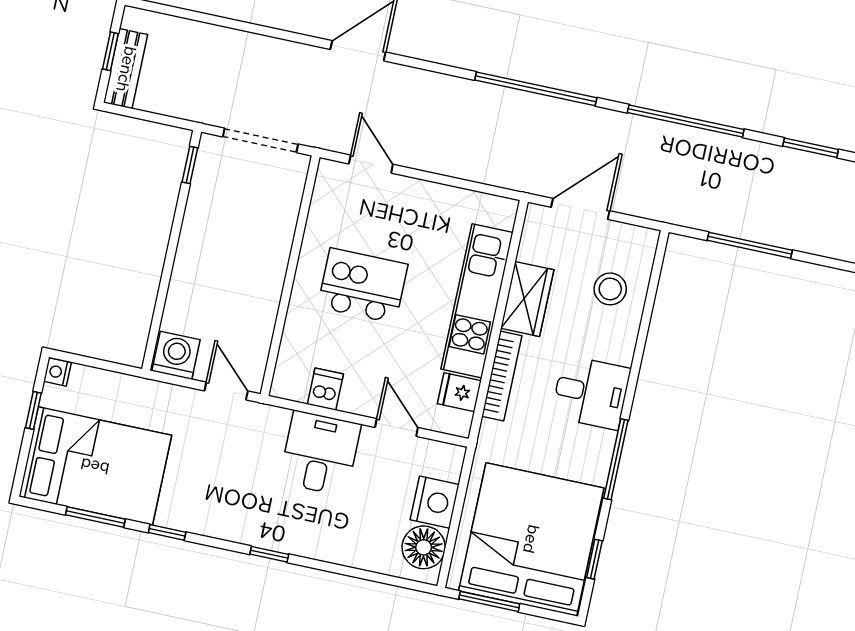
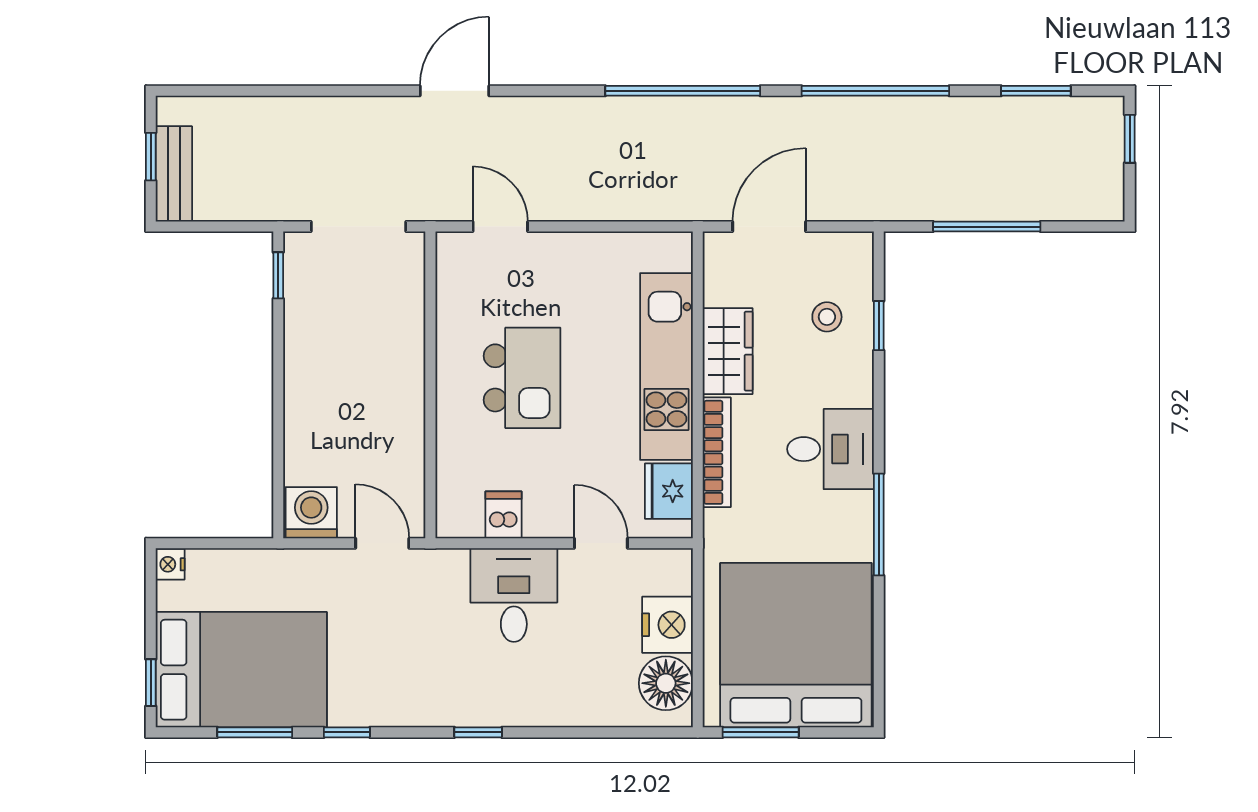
kitchen island: (363, 286) -> (522, 378), turned 90
stool: (610, 289) -> (827, 317), width x0.73, depth x0.73
fridge: (459, 392) -> (669, 491), width x1.38
window: (33, 410) -> (151, 683), moved
window: (594, 559) -> (879, 326), moved

